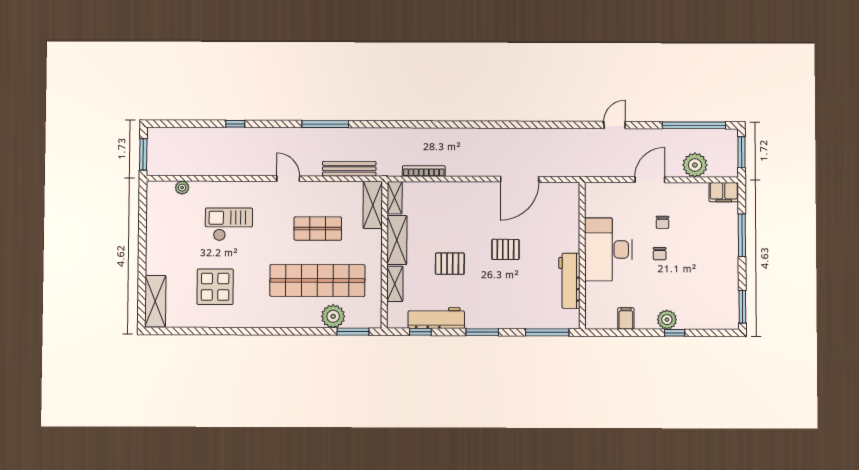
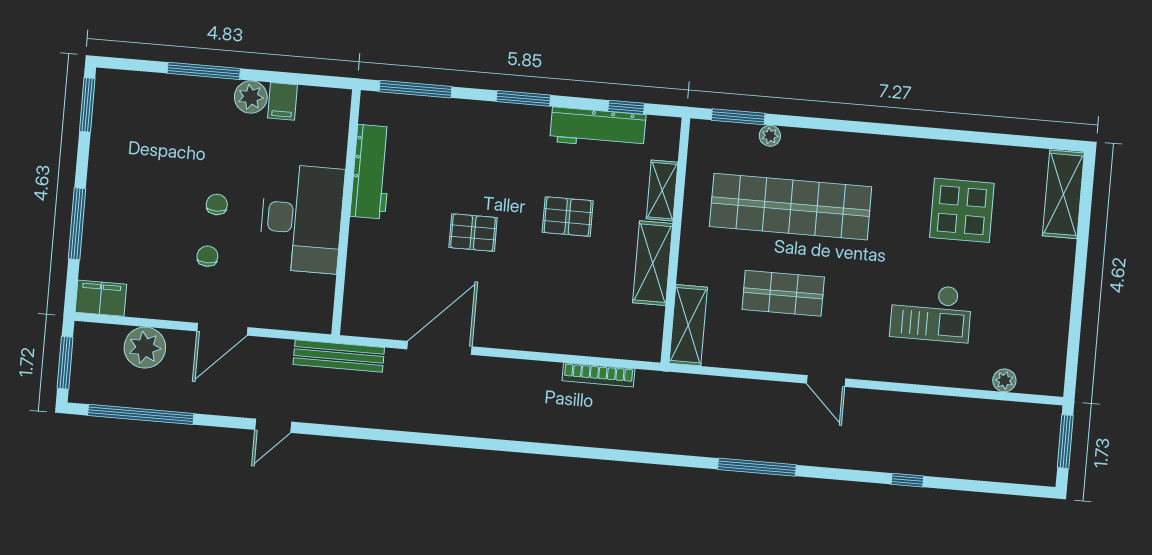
bench: (349, 169) -> (339, 356), moved
shelving: (395, 198) -> (651, 334), removed
plant: (333, 316) -> (770, 136), width x0.53, depth x0.53
plant: (667, 320) -> (251, 97), moved
window: (675, 333) -> (204, 71), width x2.17

